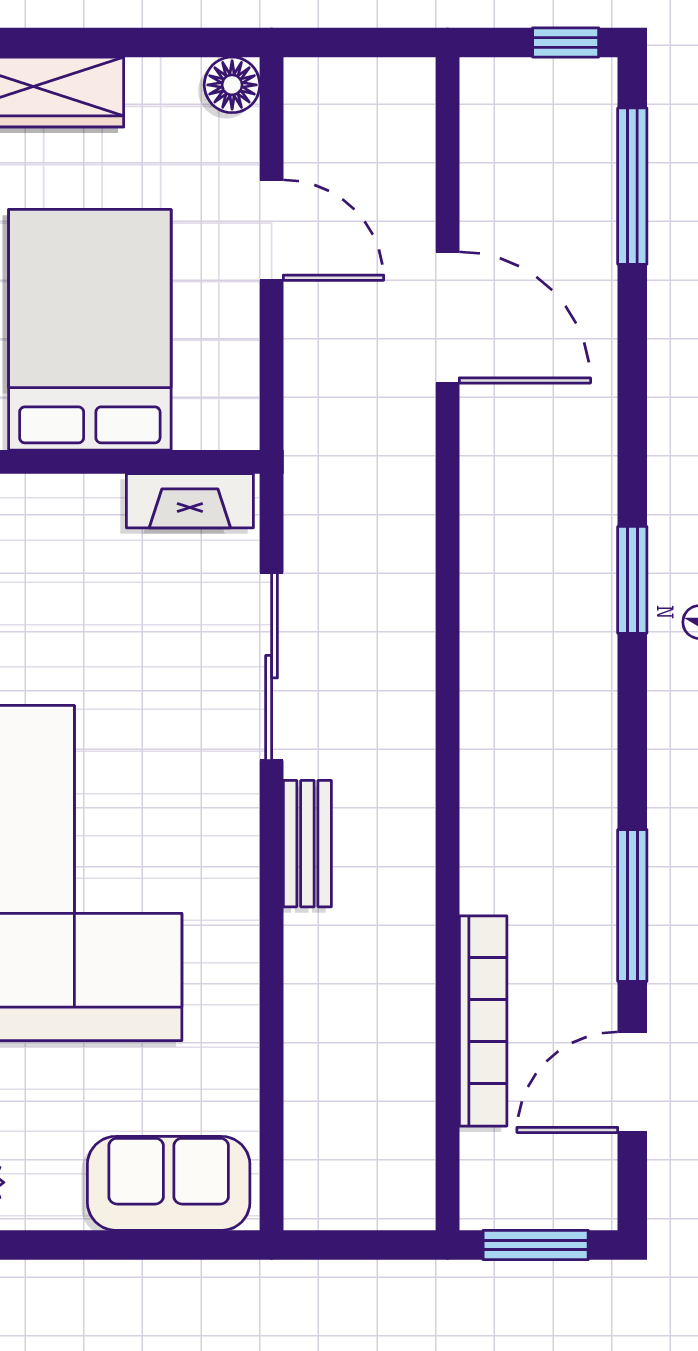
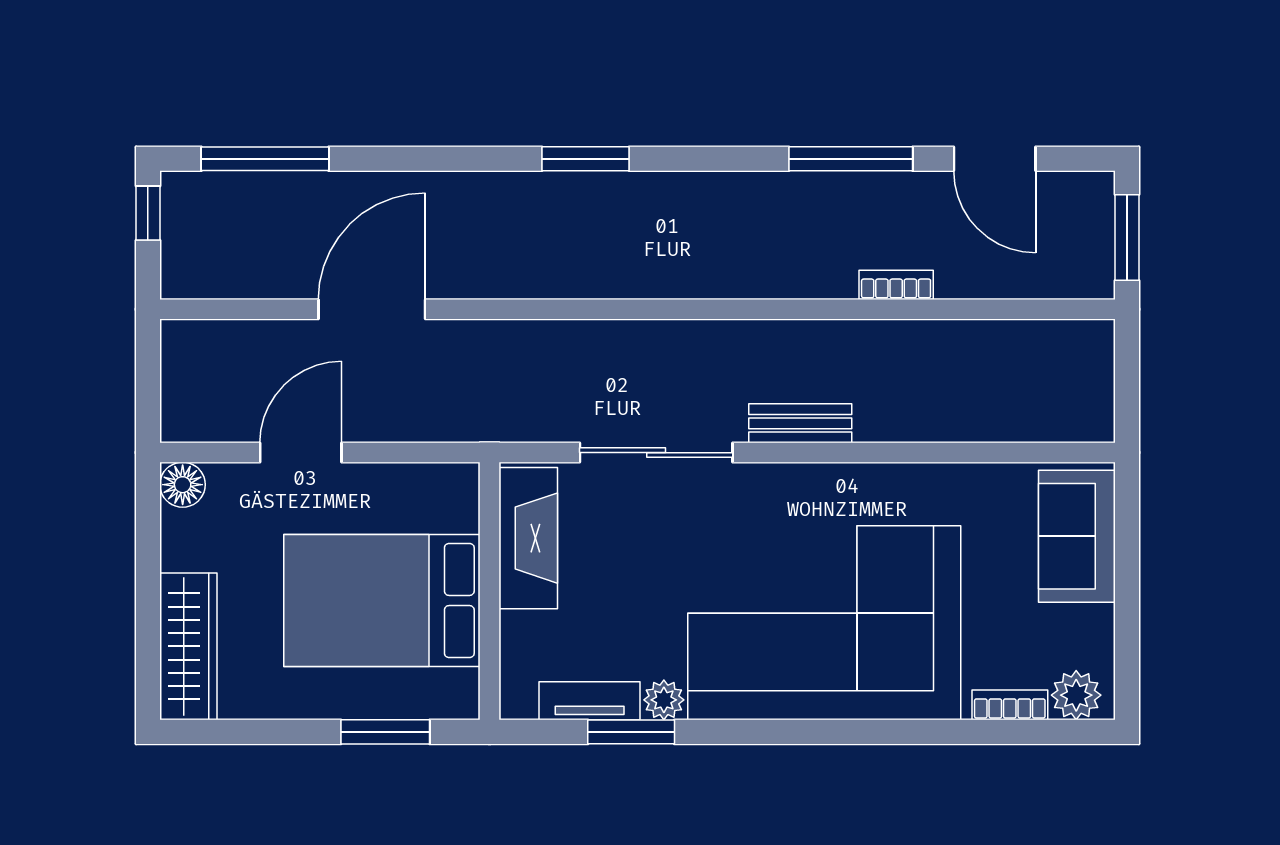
fireplace: (190, 501) -> (528, 538), width x1.37, depth x1.32
bookcase: (483, 1021) -> (896, 285), width x0.43, depth x0.76

